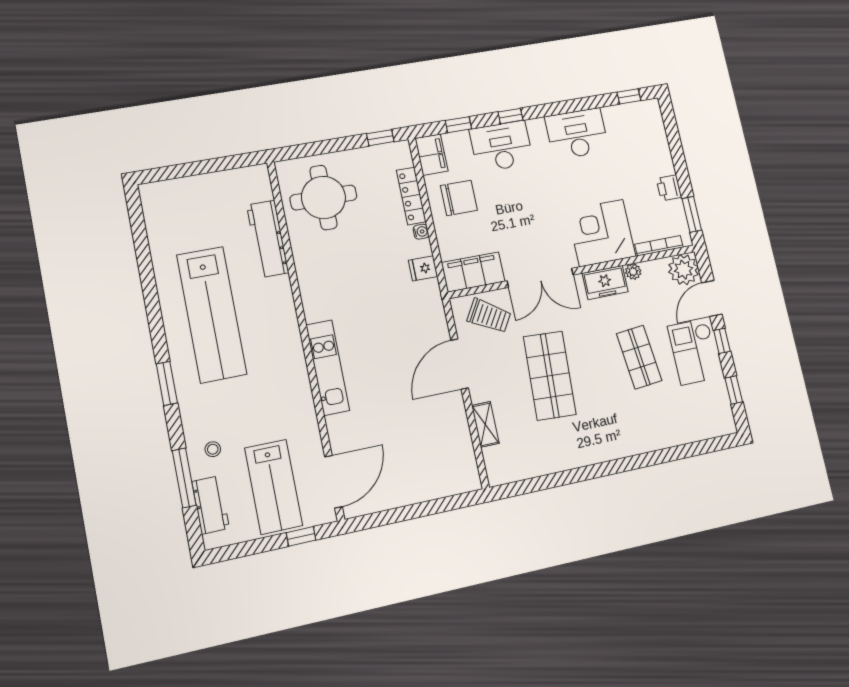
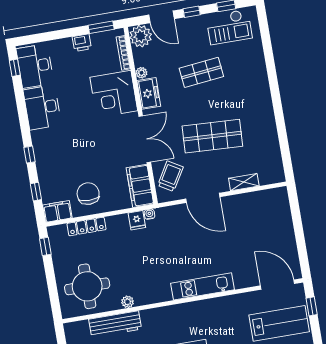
desk: (502, 146) -> (35, 66), moved
water cooler: (421, 232) -> (149, 214), moved
plant: (302, 257) -> (128, 302), added
checkout: (694, 352) -> (229, 27), moved

